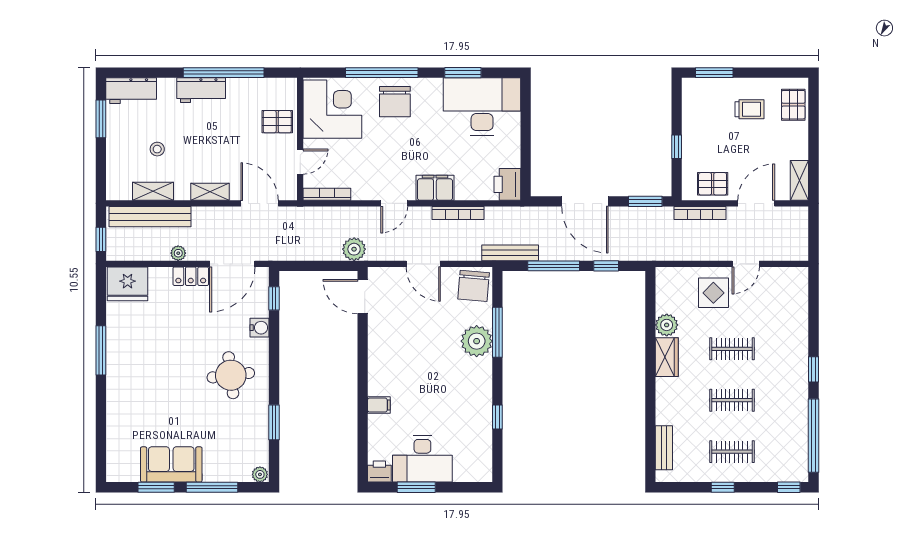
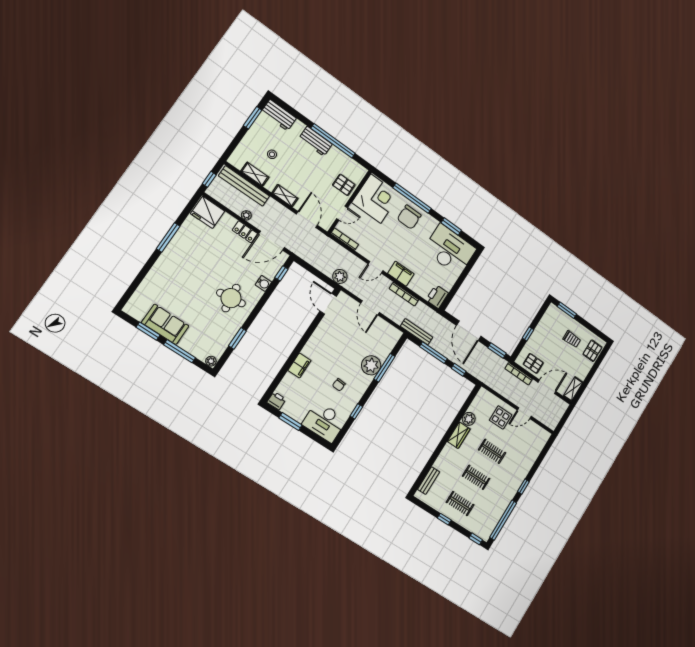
chair: (474, 286) -> (339, 385), moved, width x0.54, depth x0.54
filing cabinet: (379, 405) -> (299, 366), width x2.00
desk: (422, 459) -> (324, 422), moved

